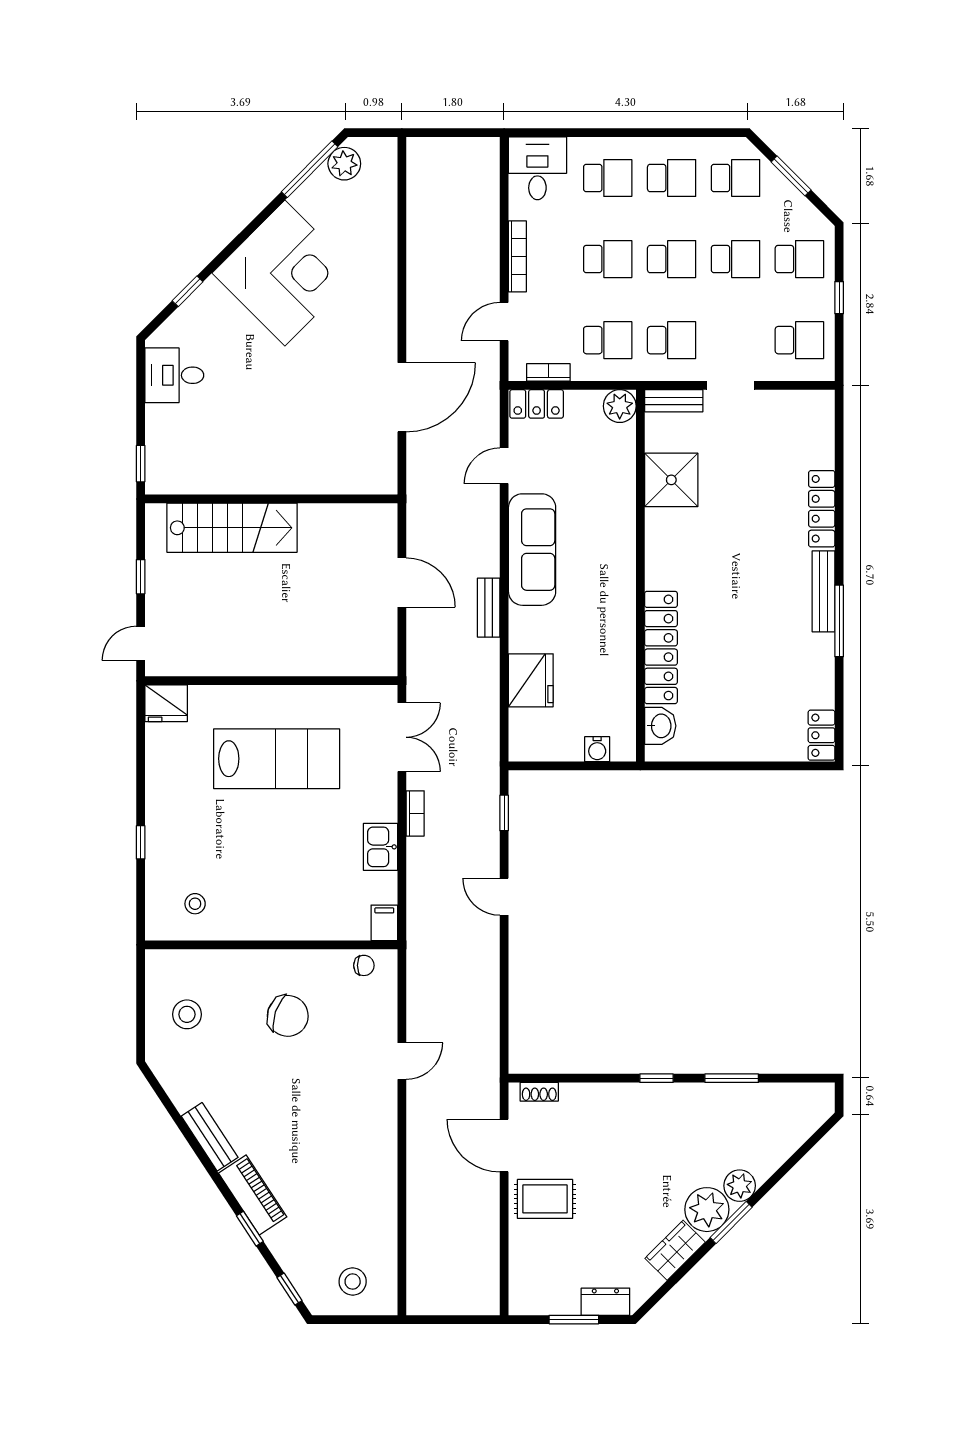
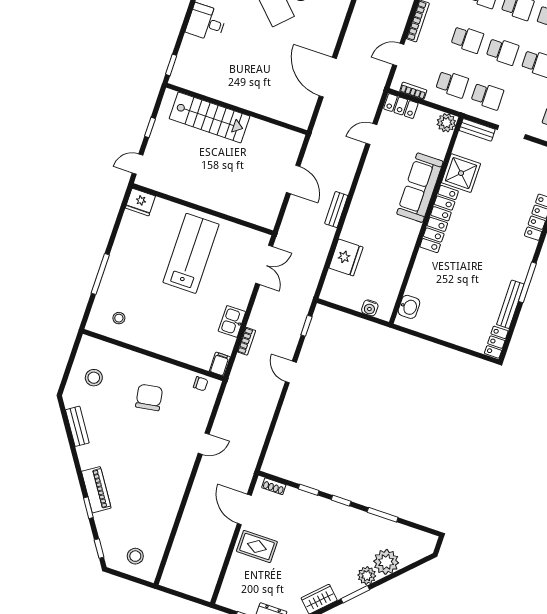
door: (402, 397) -> (328, 77), swing flipped
sofa: (532, 550) -> (420, 188), moved, turned 180
bench: (824, 591) -> (510, 304), moved
locker: (661, 647) -> (439, 219), moved
lab bench: (277, 759) -> (191, 253), turned -90
bookcase: (415, 813) -> (247, 341), moved
window: (141, 842) -> (100, 274), width x2.17
chair: (288, 1016) -> (149, 397), turned -118
window: (598, 1078) -> (309, 490), added
bench: (210, 1137) -> (77, 426), moved
plant: (707, 1210) -> (386, 562), moved

